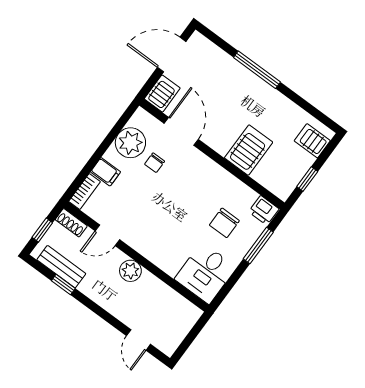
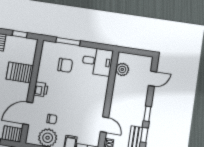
printer: (264, 210) -> (41, 89), moved
plant: (130, 271) -> (122, 69), moved
window: (91, 305) -> (147, 114), added

